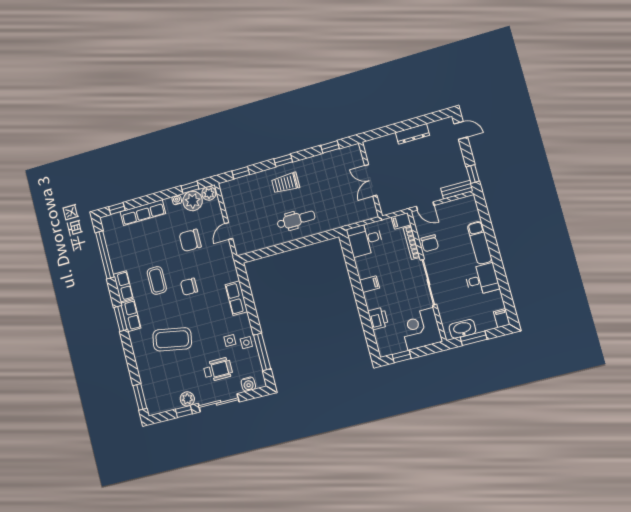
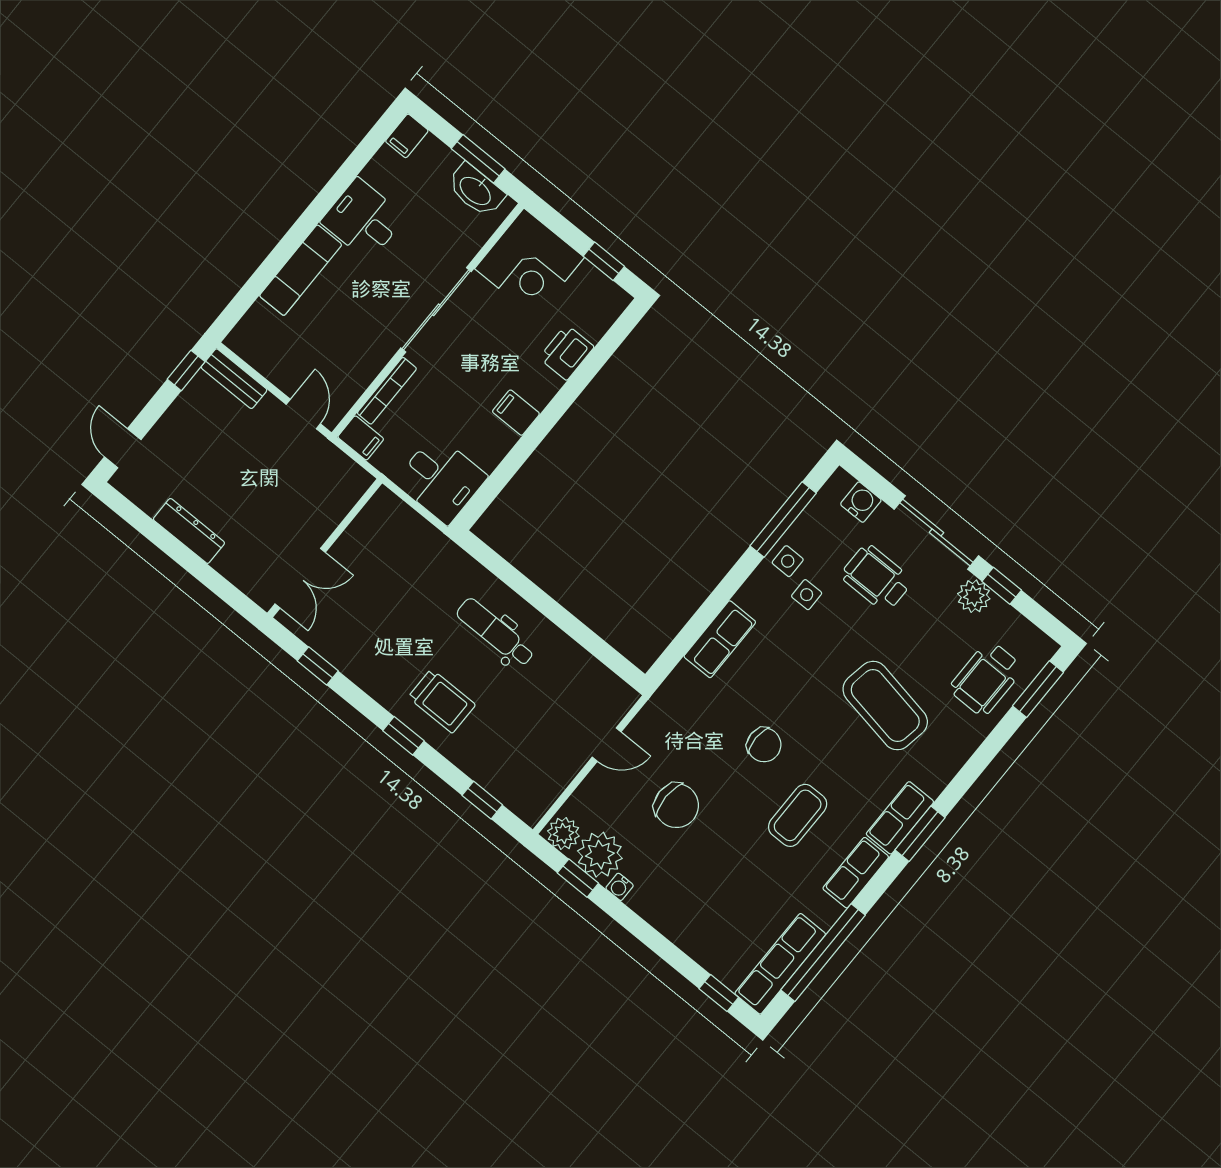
double door: (371, 180) -> (300, 578), moved
row of seats: (143, 213) -> (780, 964), moved, turned -90
chair: (430, 243) -> (364, 358), removed
wheelchair: (156, 382) -> (986, 678), added

